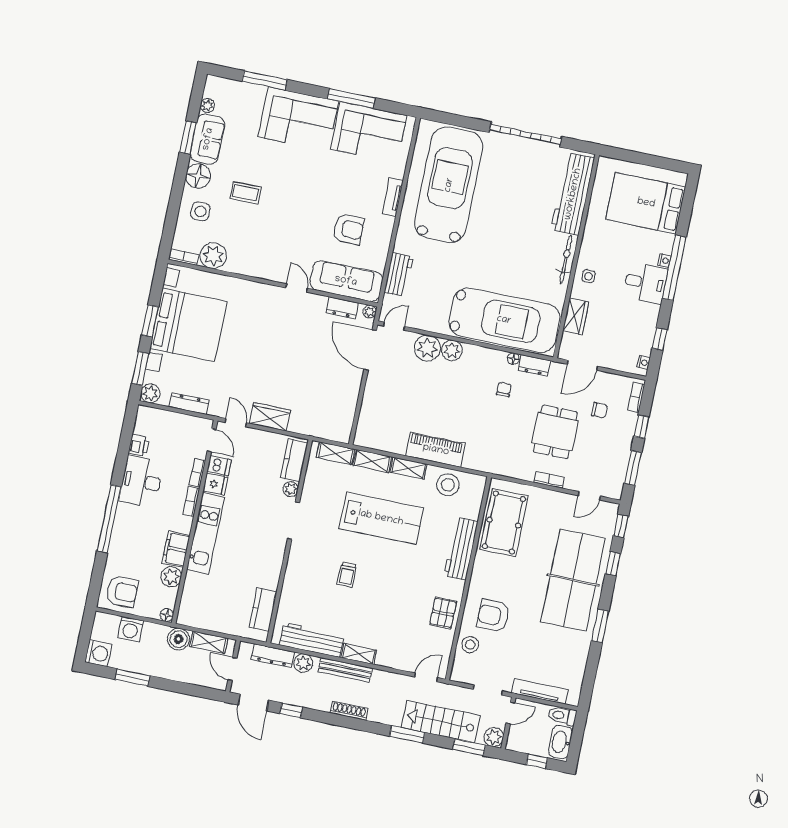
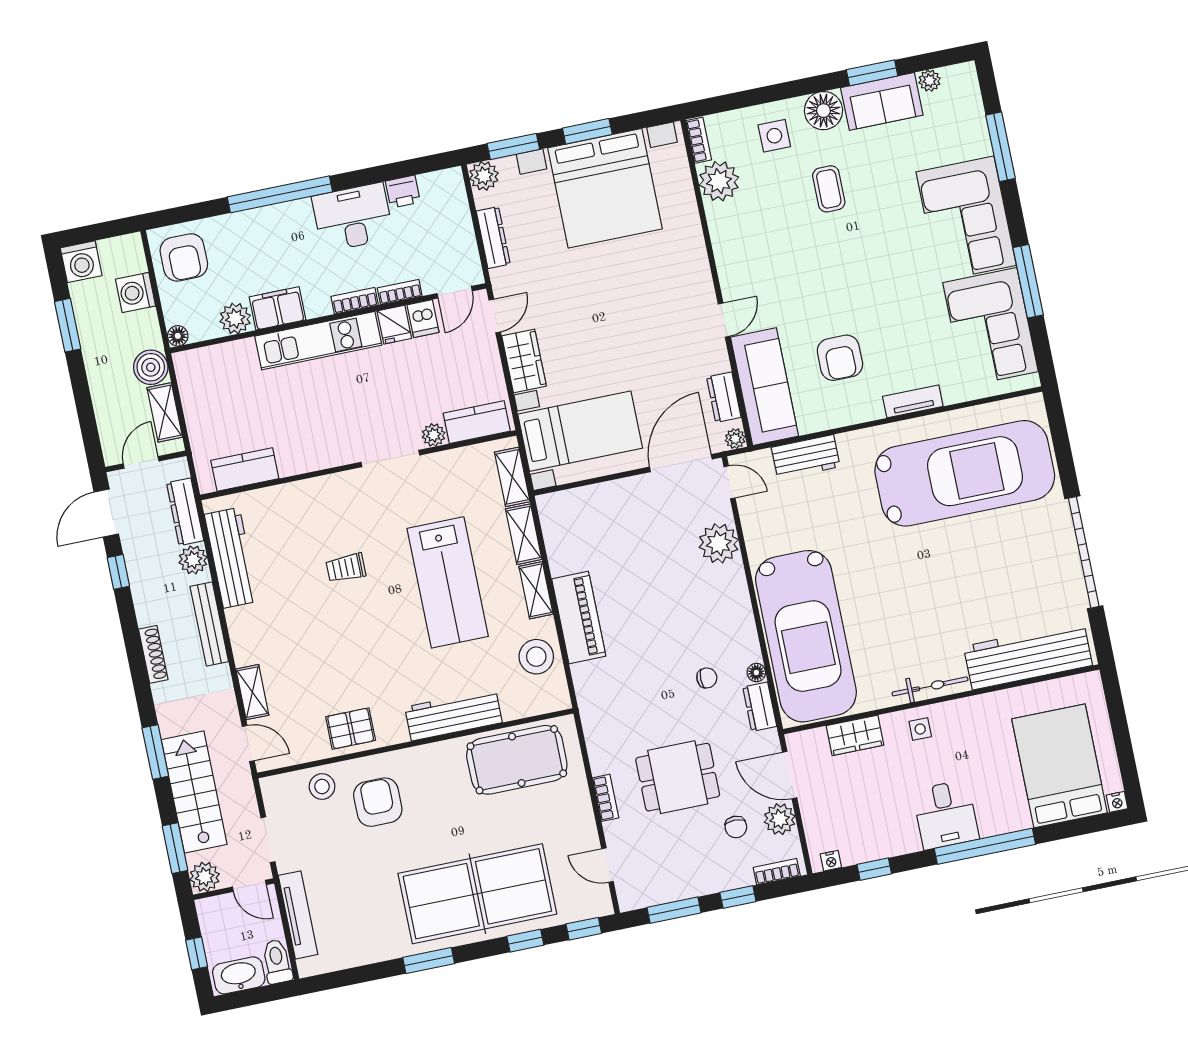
nightstand: (665, 261) -> (1117, 802), moved
plant: (452, 350) -> (780, 819), moved
bed with nightstands: (326, 401) -> (580, 431), added
shelving: (359, 654) -> (252, 692), moved

